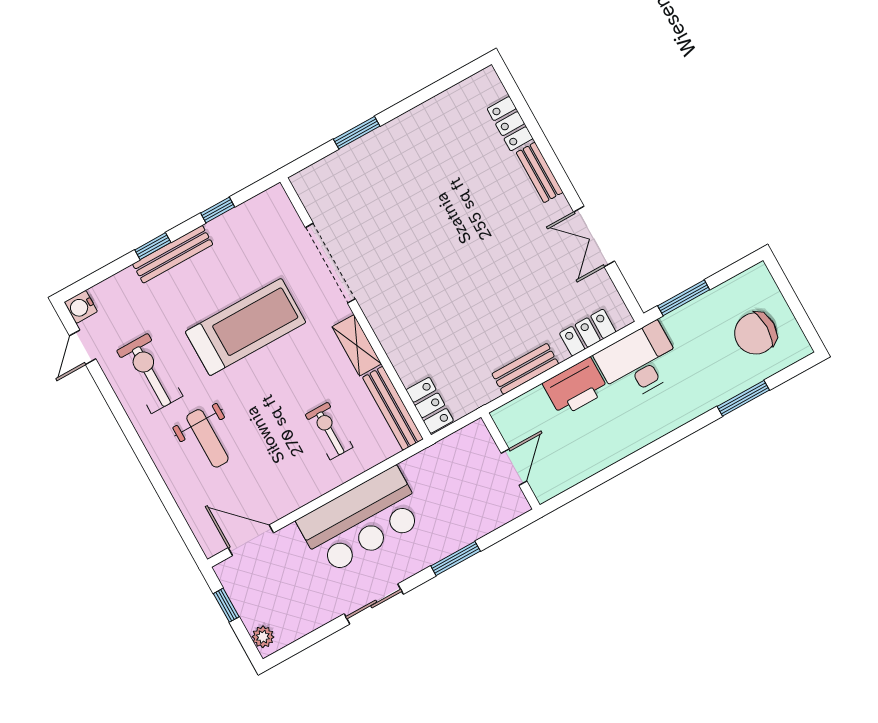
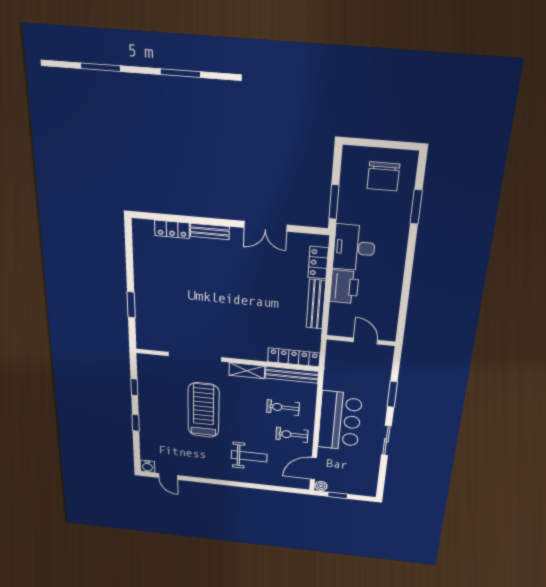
bench: (173, 254) -> (145, 418), removed
bench: (525, 369) -> (316, 304), width x1.36
exercise bike: (150, 373) -> (292, 435), moved, width x0.73, depth x0.72
locker: (430, 405) -> (294, 357), width x1.53
plant: (263, 637) -> (321, 486), moved

